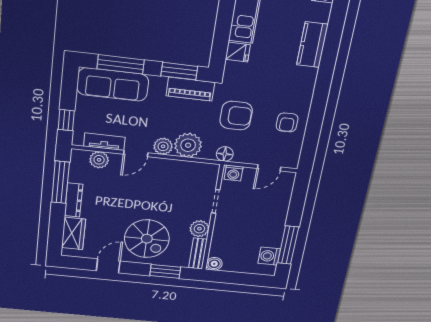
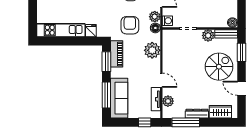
plant: (163, 146) -> (155, 17), moved

